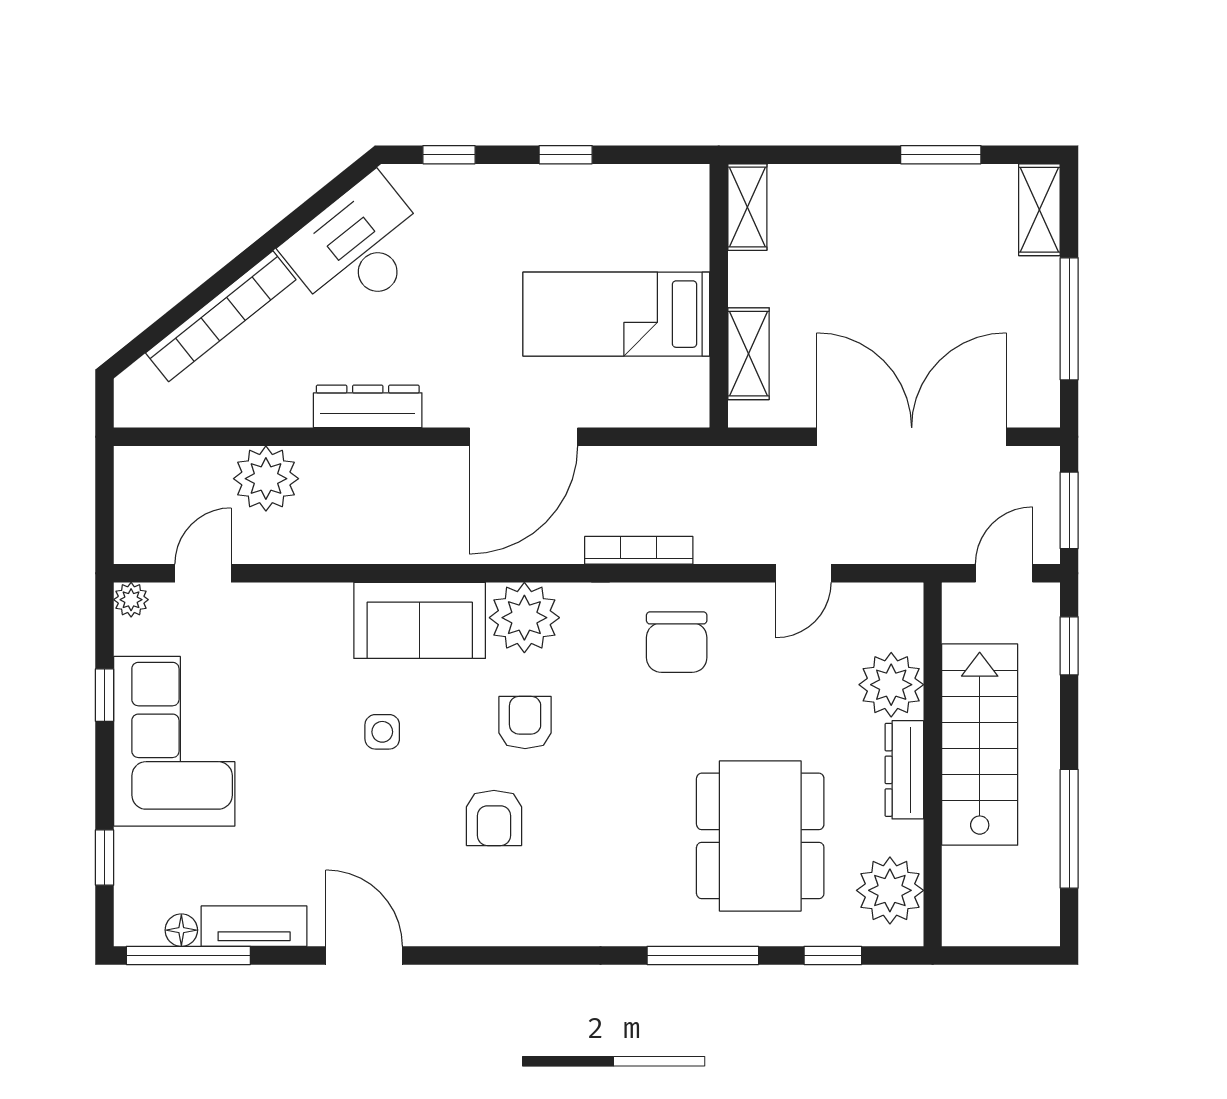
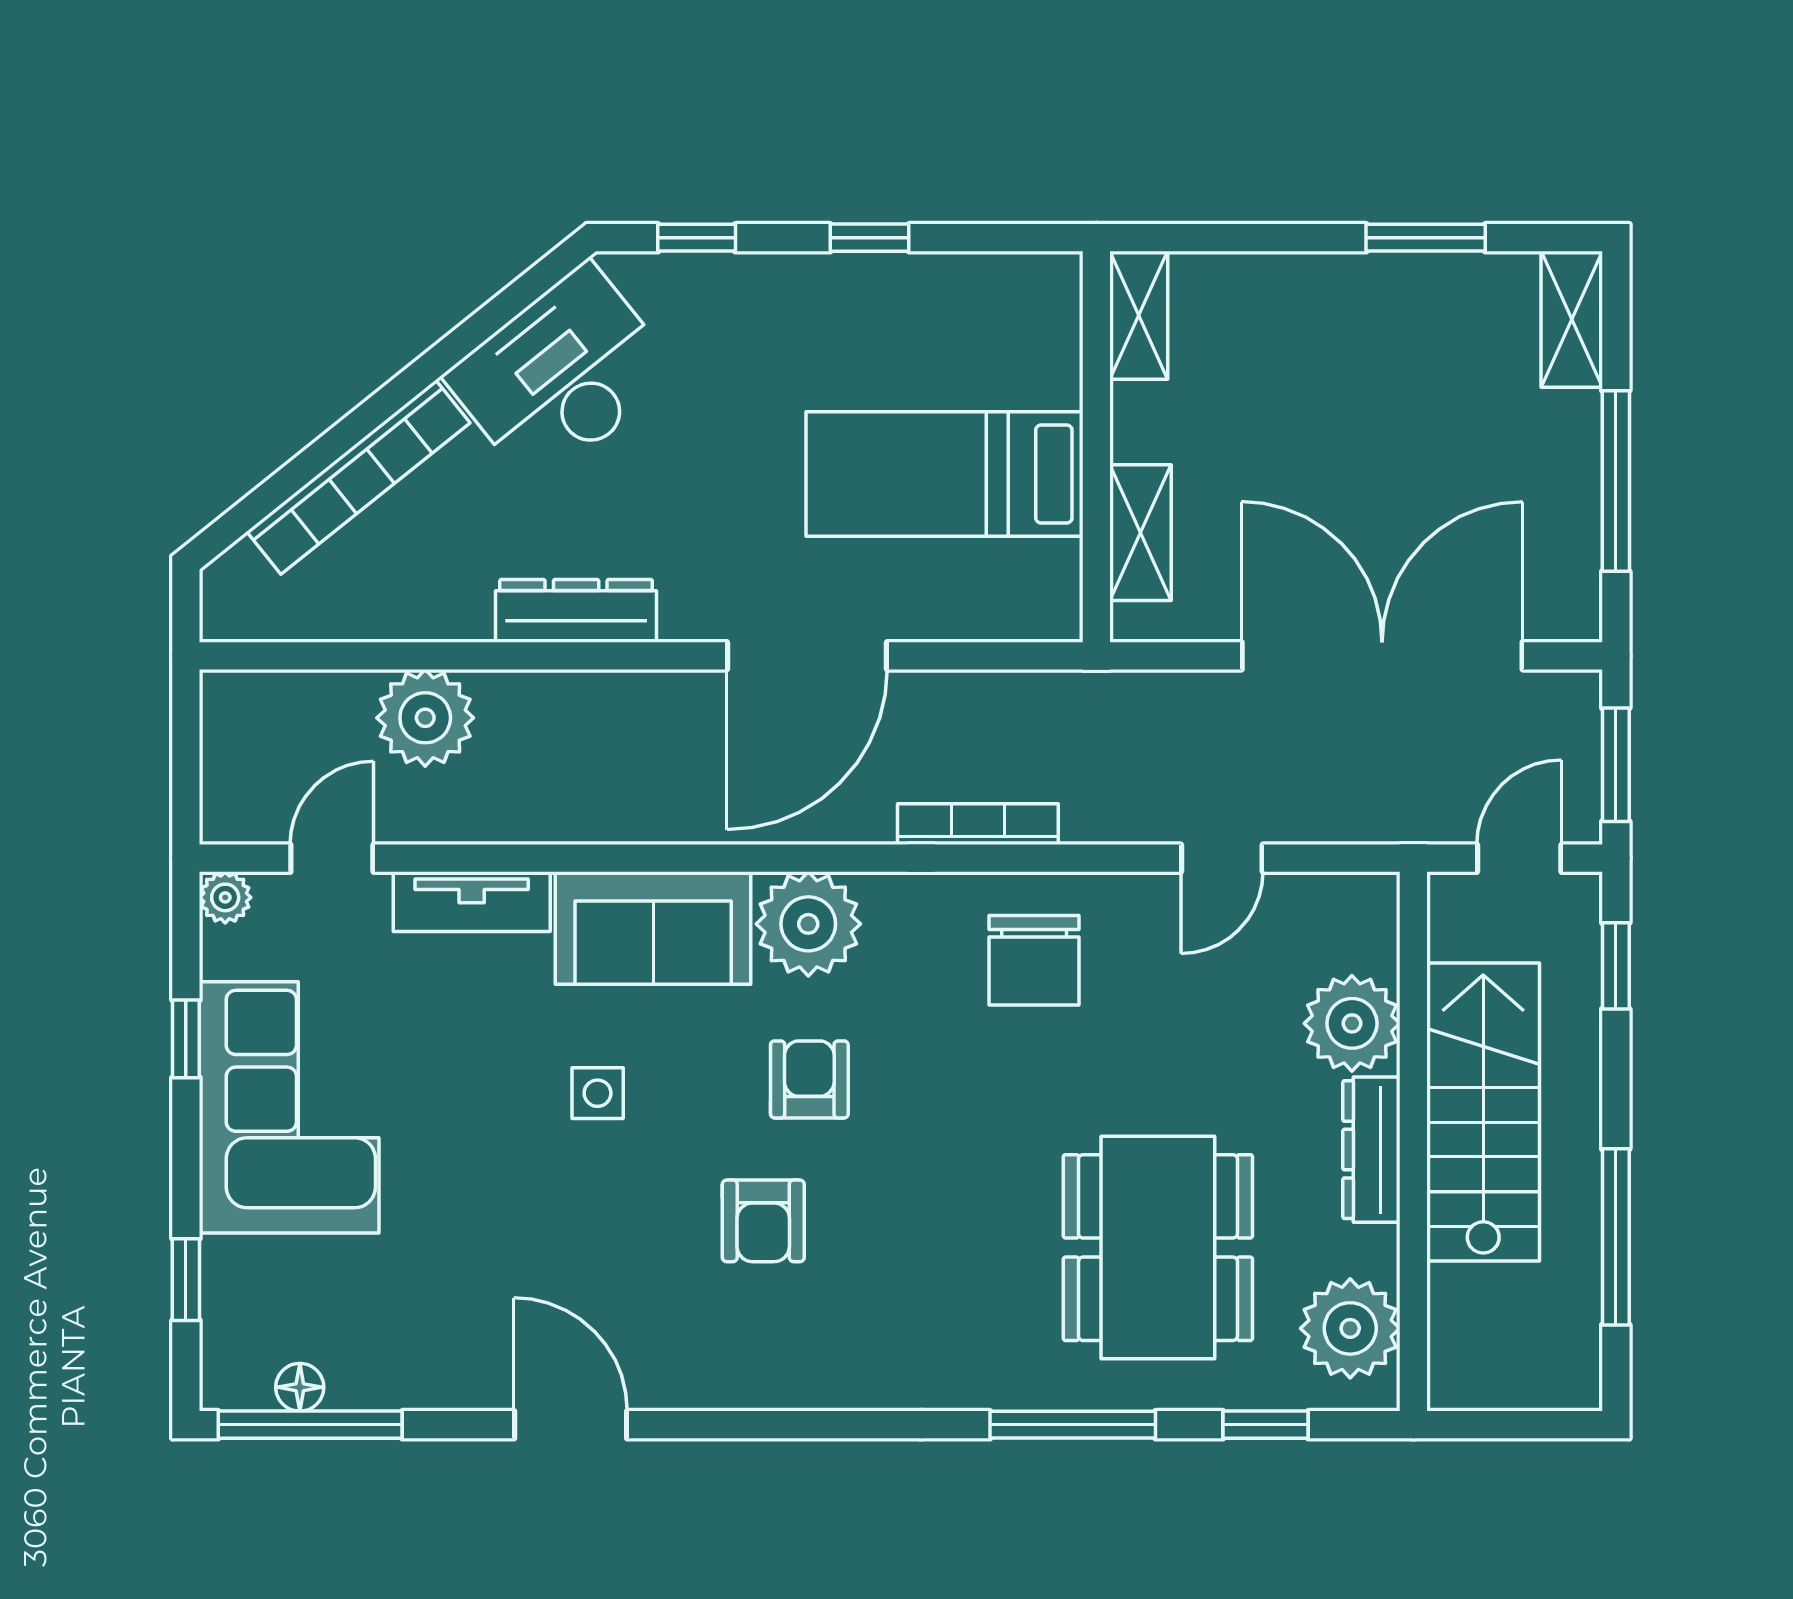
tv unit: (254, 926) -> (472, 902), moved, turned 180

